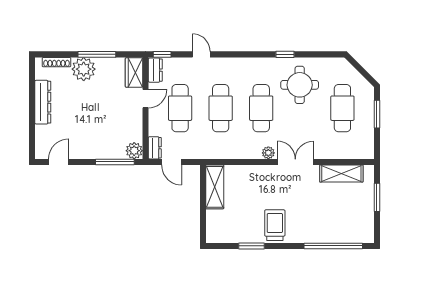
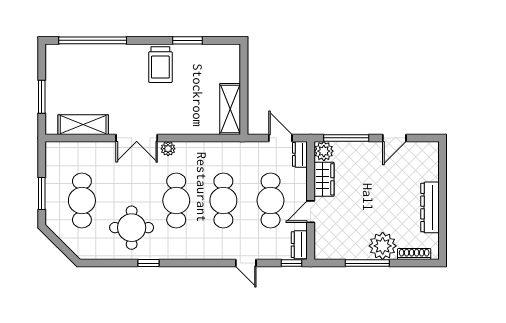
wardrobe: (134, 72) -> (324, 179), moved
door: (59, 162) -> (394, 138), moved

